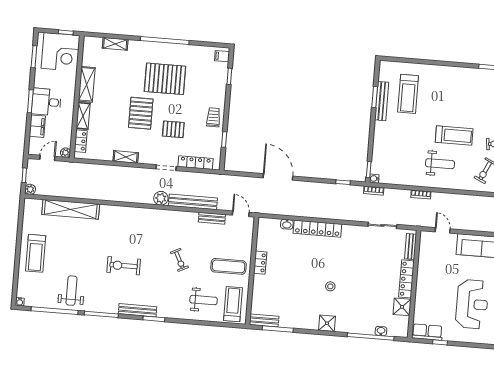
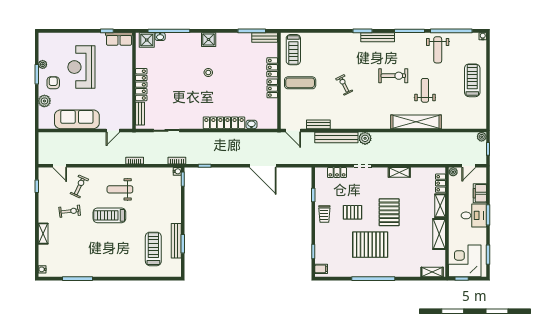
shelving: (115, 44) -> (432, 272), moved
pallet: (173, 129) -> (352, 212), moved
locker: (196, 163) -> (337, 173), width x0.66
shelving: (71, 209) -> (416, 122), moved
door: (443, 230) -> (113, 130), hinge flipped
locker: (258, 286) -> (272, 67), added
weight bench: (204, 300) -> (425, 90), moved, turned 90
shower: (402, 307) -> (147, 40), moved

